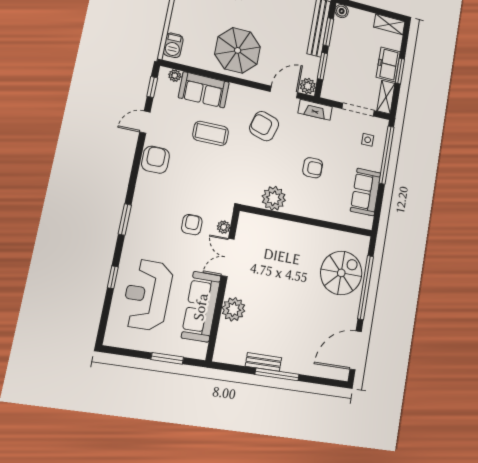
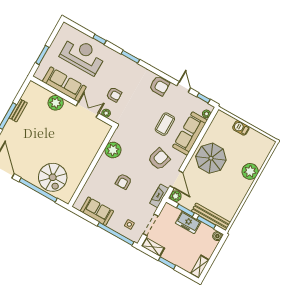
barbecue: (173, 45) -> (241, 128), moved
freezer: (388, 64) -> (188, 222), moved, turned 180
sofa: (204, 90) -> (190, 134), width x1.36

